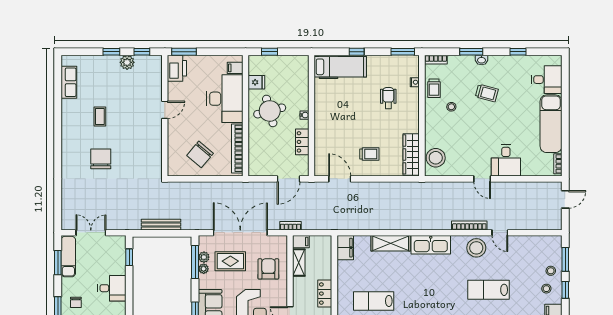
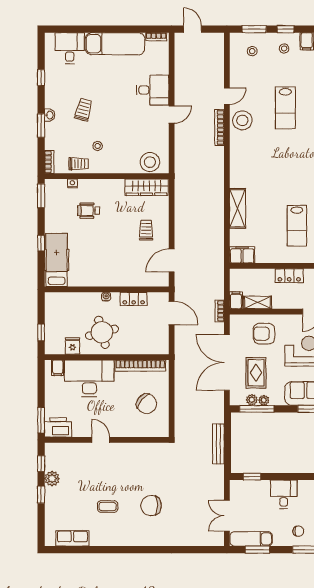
kitchen sink: (431, 245) -> (239, 167), removed
stool: (551, 271) -> (252, 51), moved

